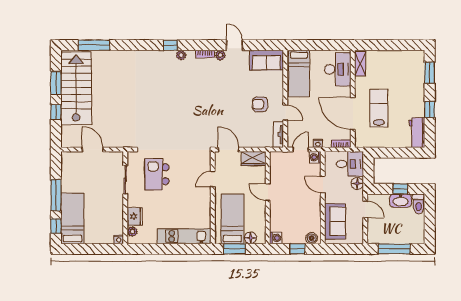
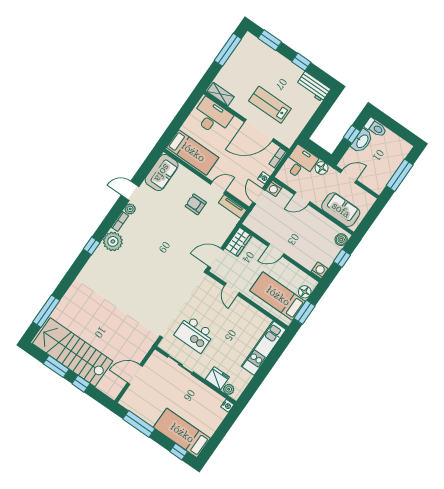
window: (399, 45) -> (228, 50), added
plant: (181, 55) -> (113, 241), width x1.87, depth x1.87
armchair: (260, 104) -> (196, 204), turned 90
window: (56, 195) -> (139, 424), moved

